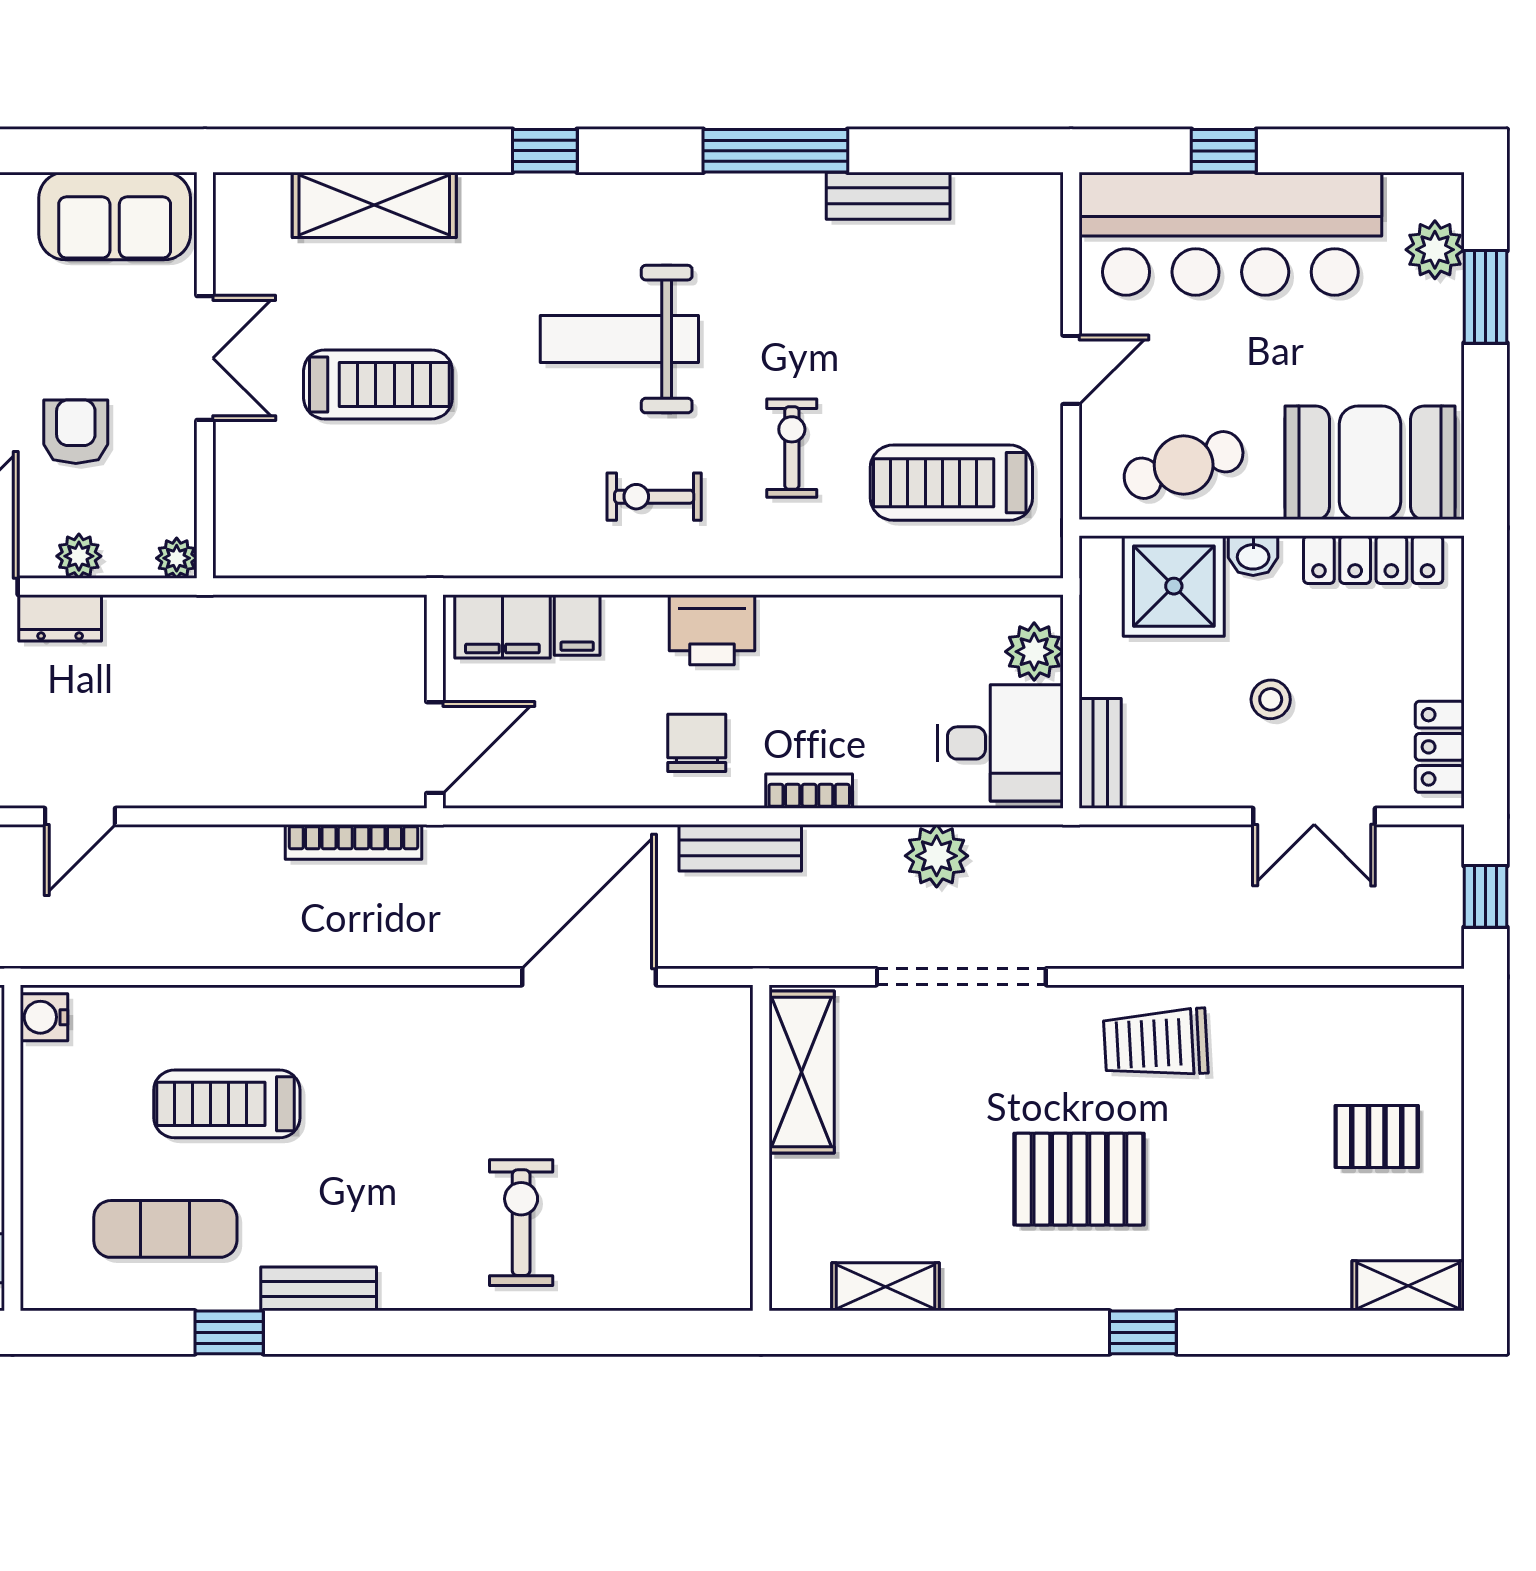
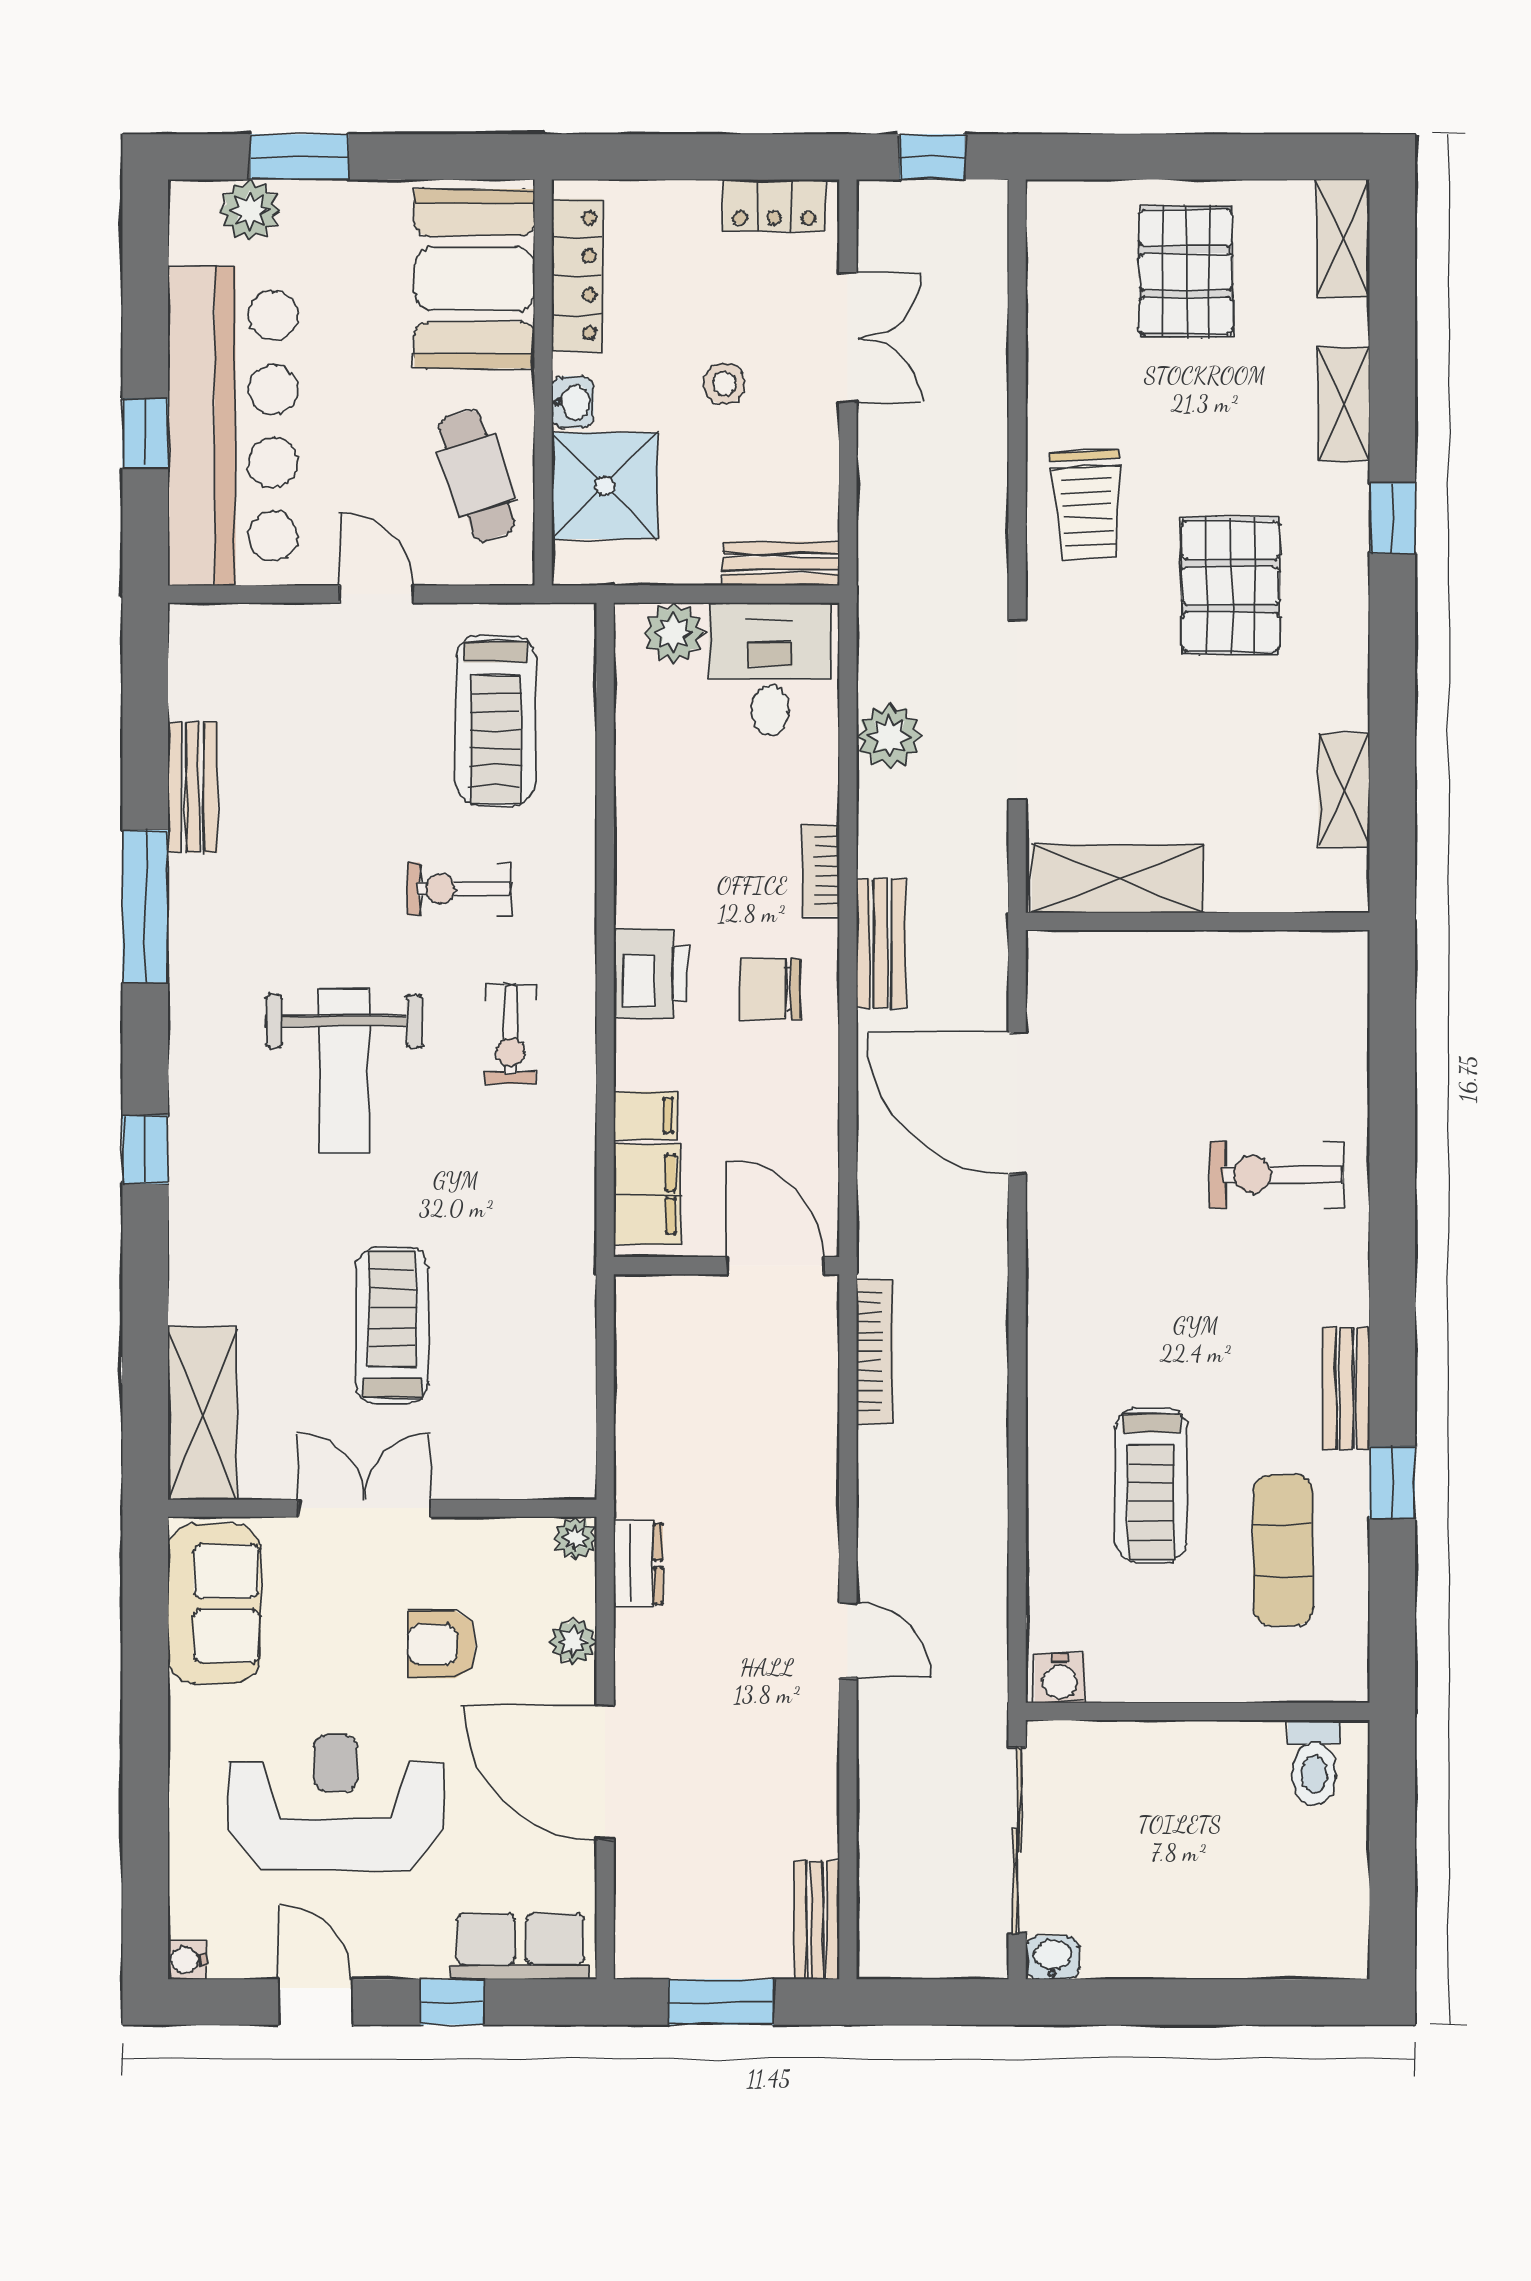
shelving: (374, 205) -> (202, 1413), moved
dresser: (60, 618) -> (638, 1564), moved
pallet: (1377, 1137) -> (1186, 272), width x1.50, depth x1.42
shelving: (1251, 1287) -> (1344, 404), added

